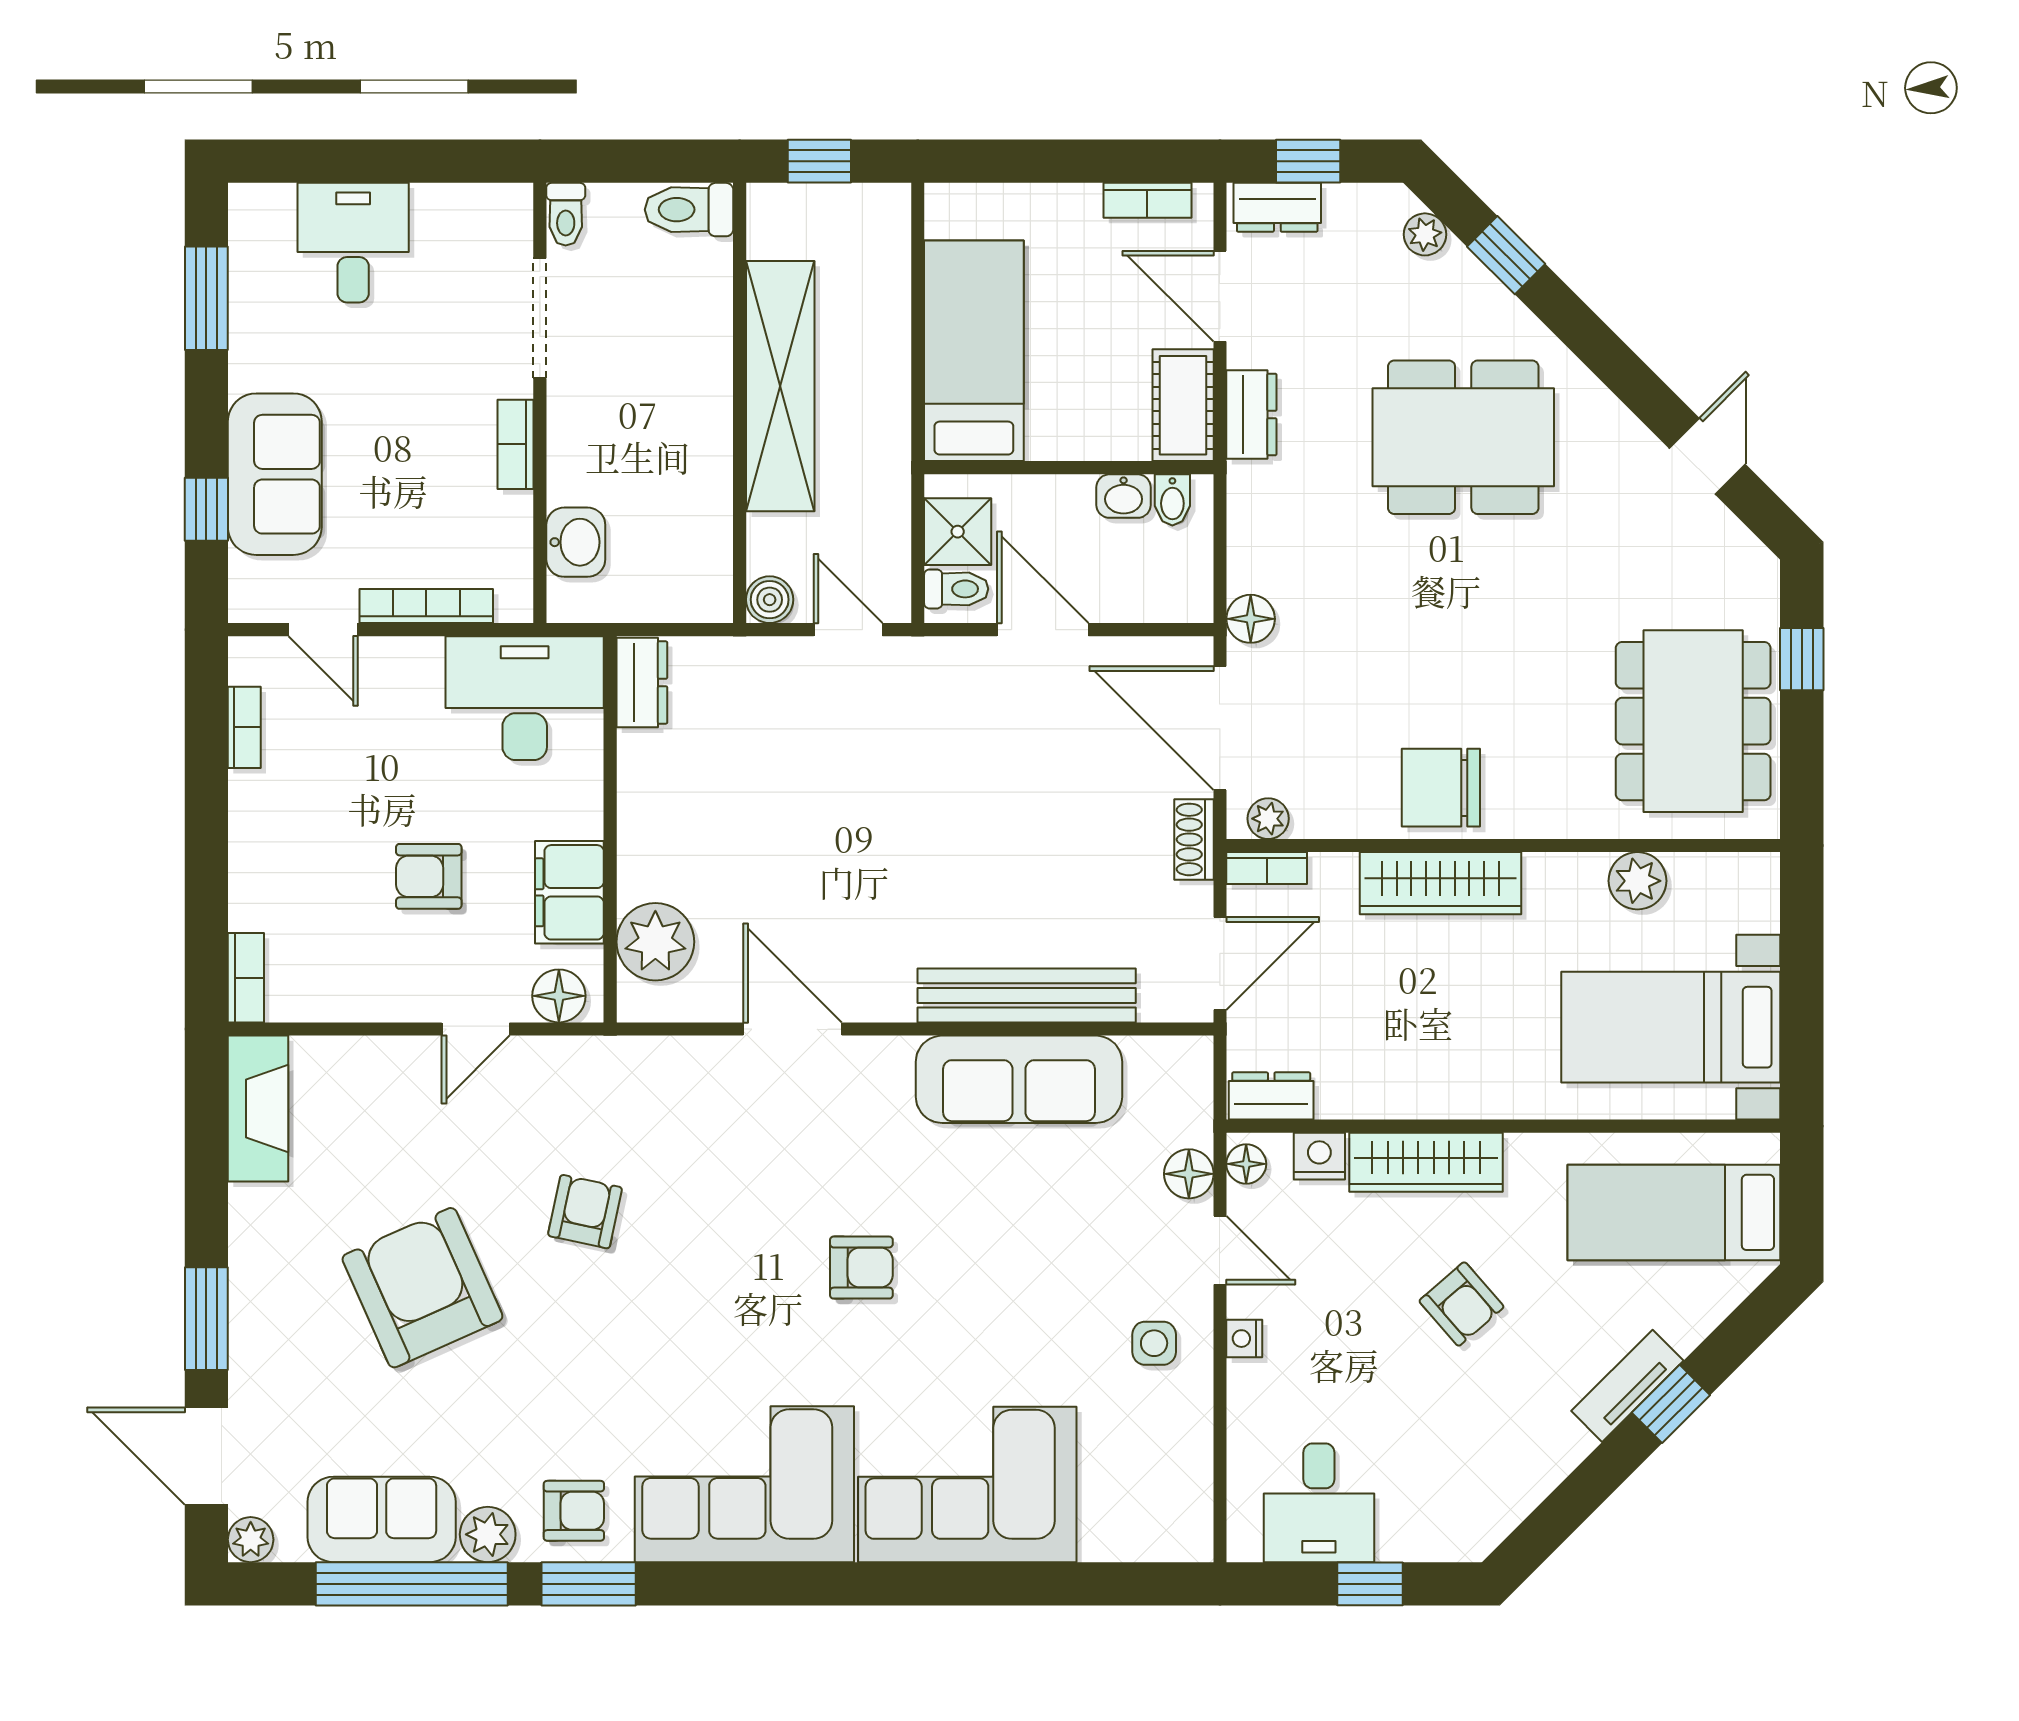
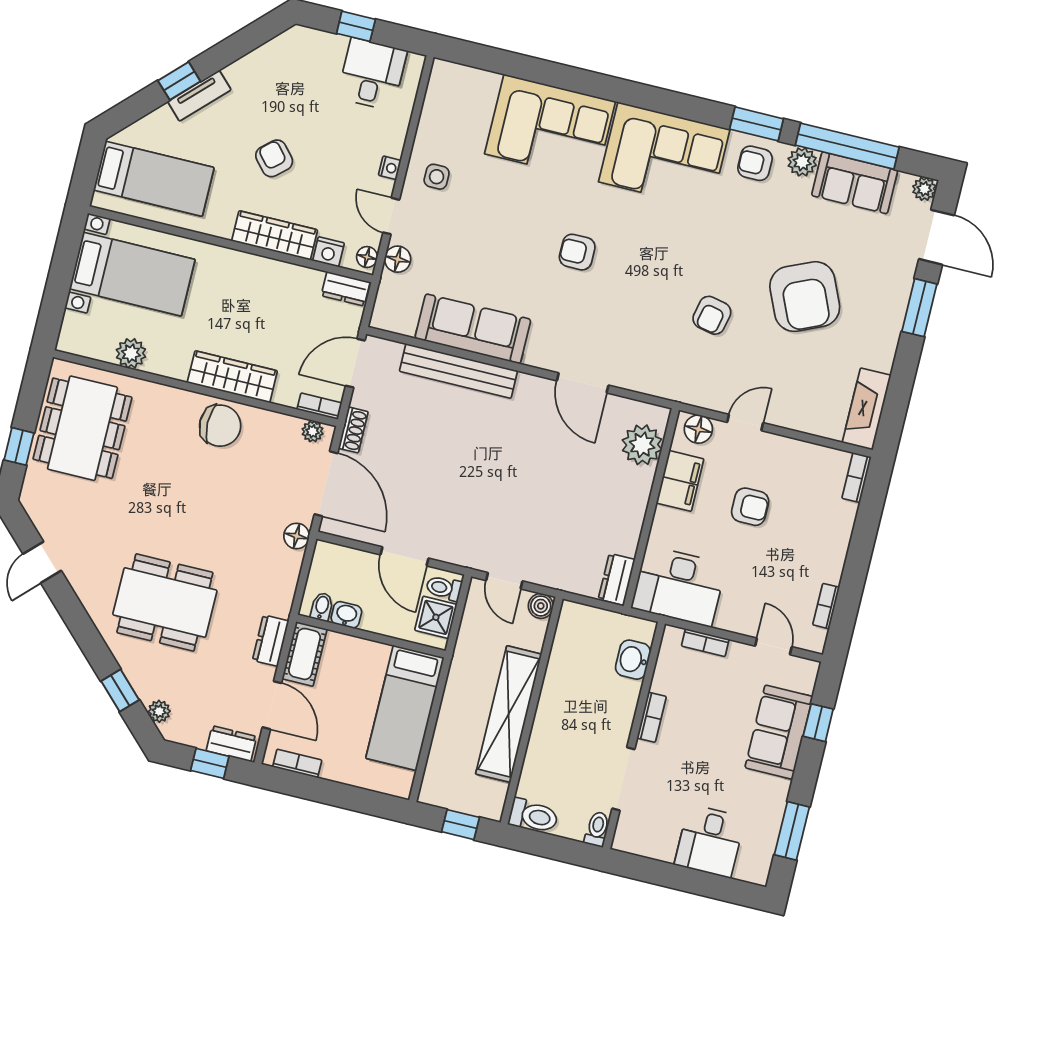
bookcase: (426, 606) -> (705, 643), width x0.64

